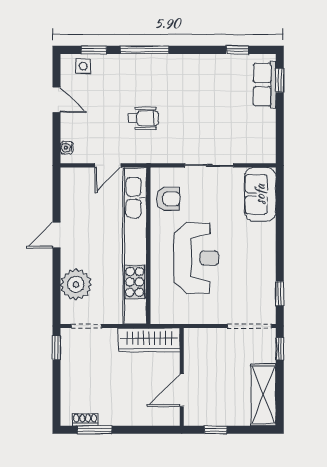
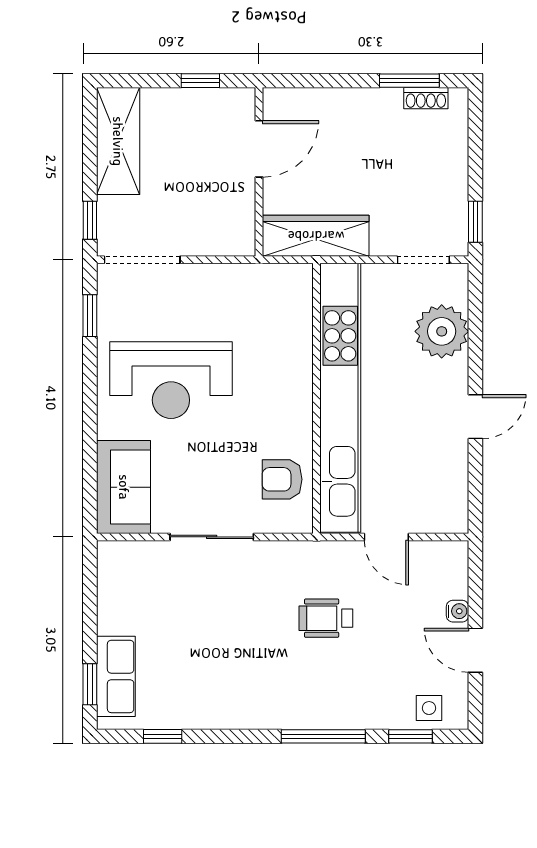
water cooler: (67, 148) -> (457, 611), moved
door: (108, 165) -> (386, 537), swing flipped
reception desk: (196, 258) -> (171, 380), moved, turned -90

